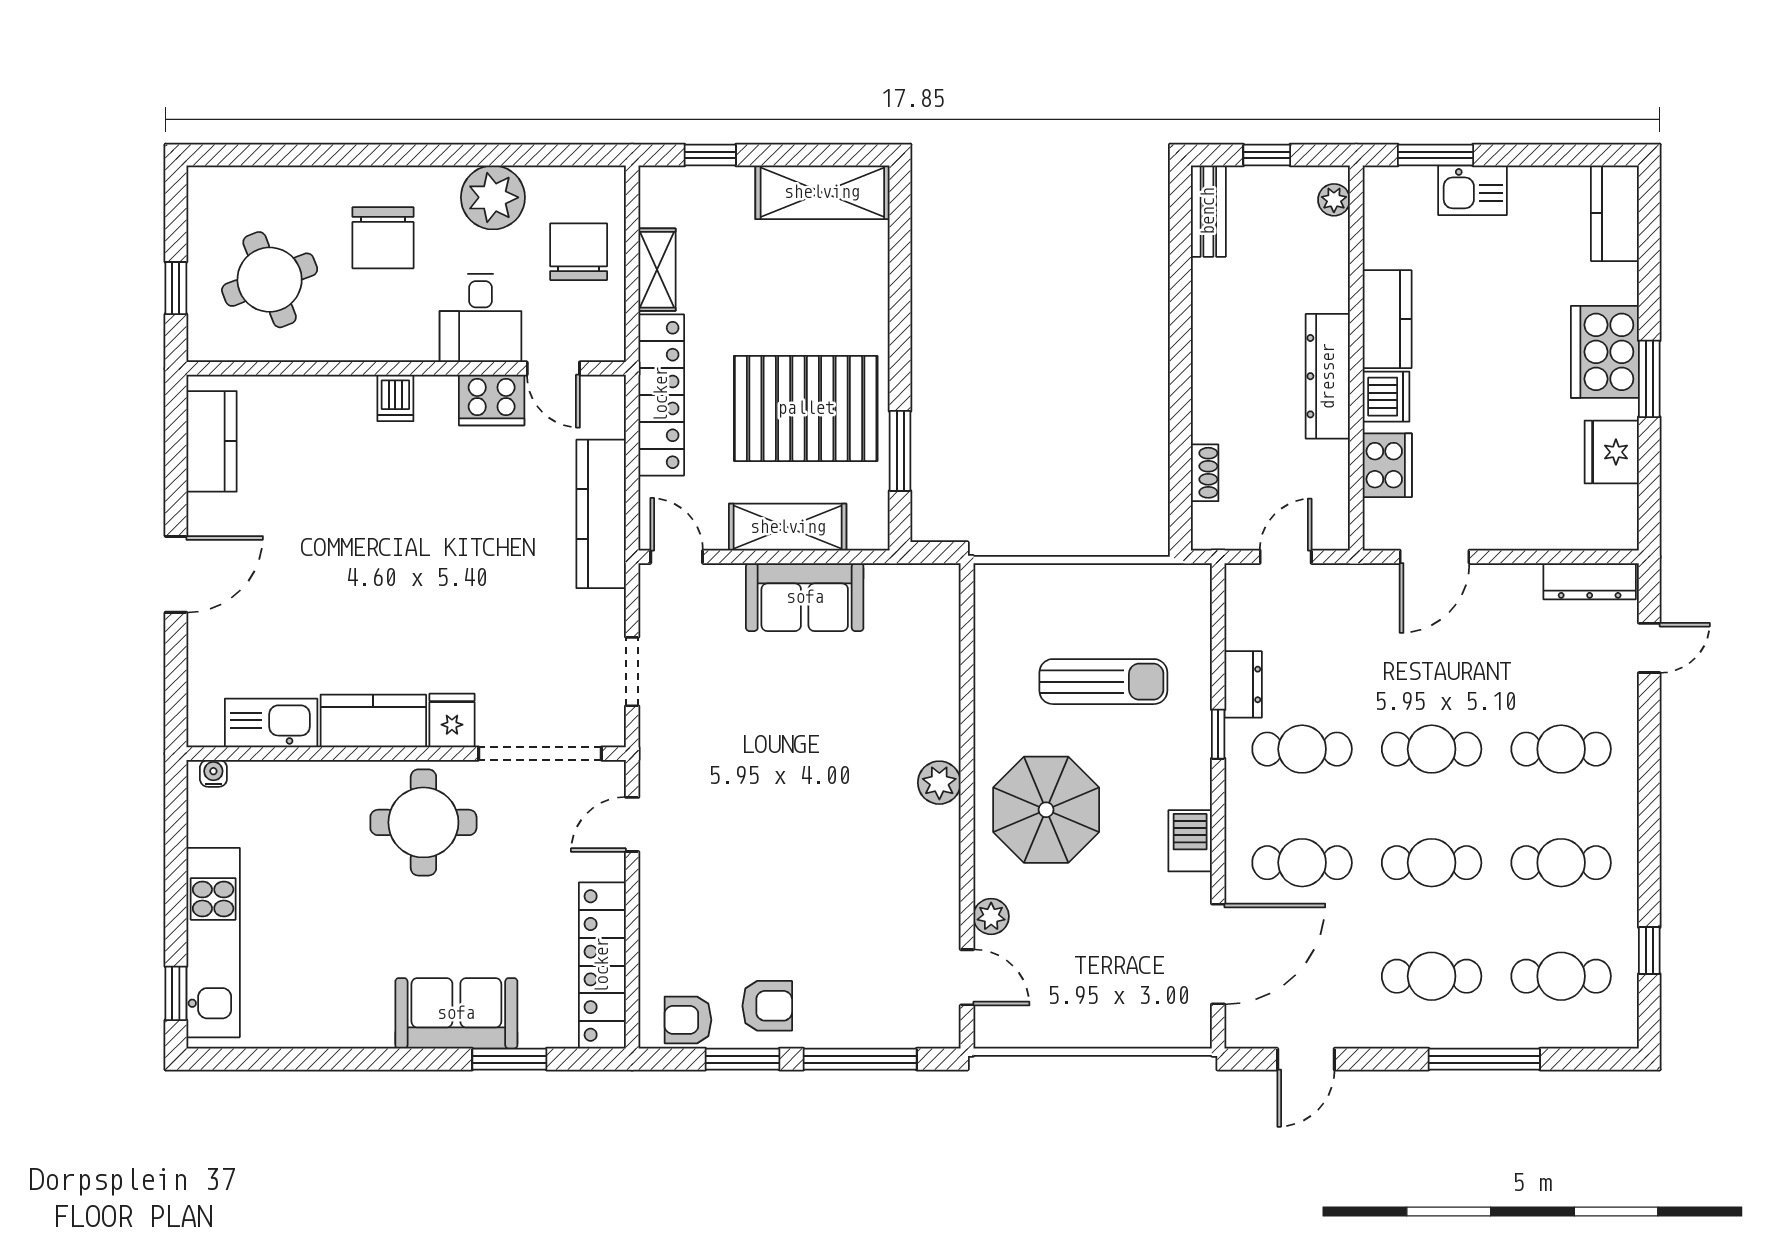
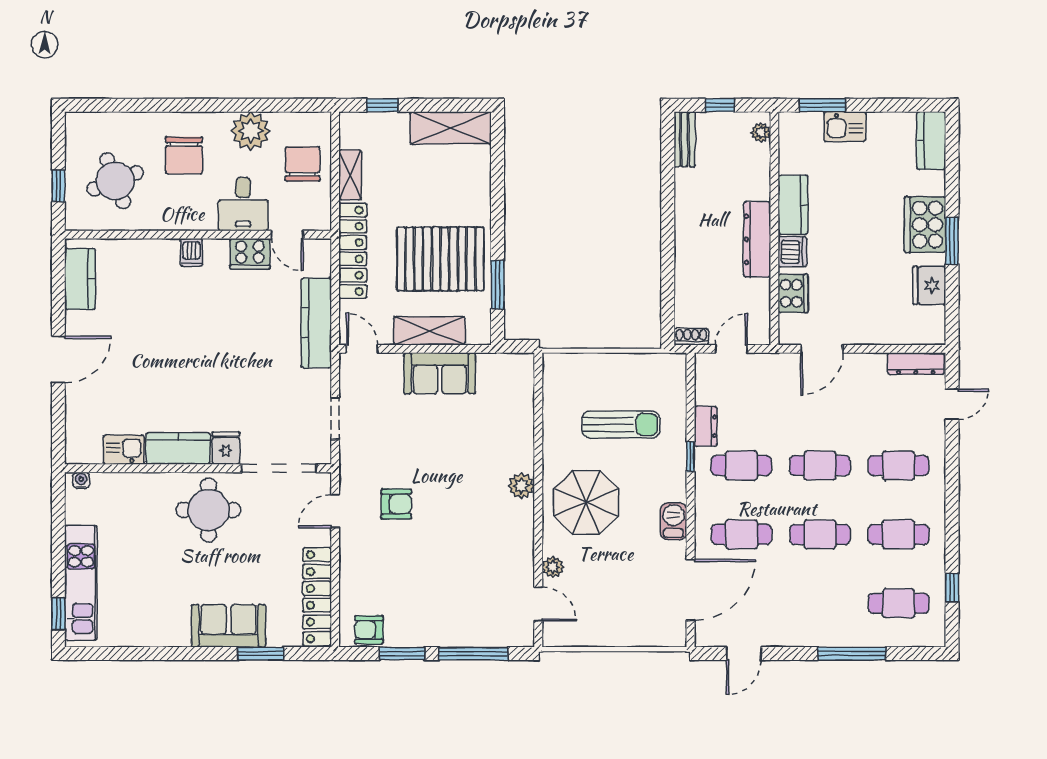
shoe rack: (1205, 473) -> (691, 337), moved, turned -90
kitchen sink: (271, 723) -> (124, 450), width x0.73
cafe table: (1432, 976) -> (820, 603), removed
armchair: (767, 1006) -> (396, 504), moved

